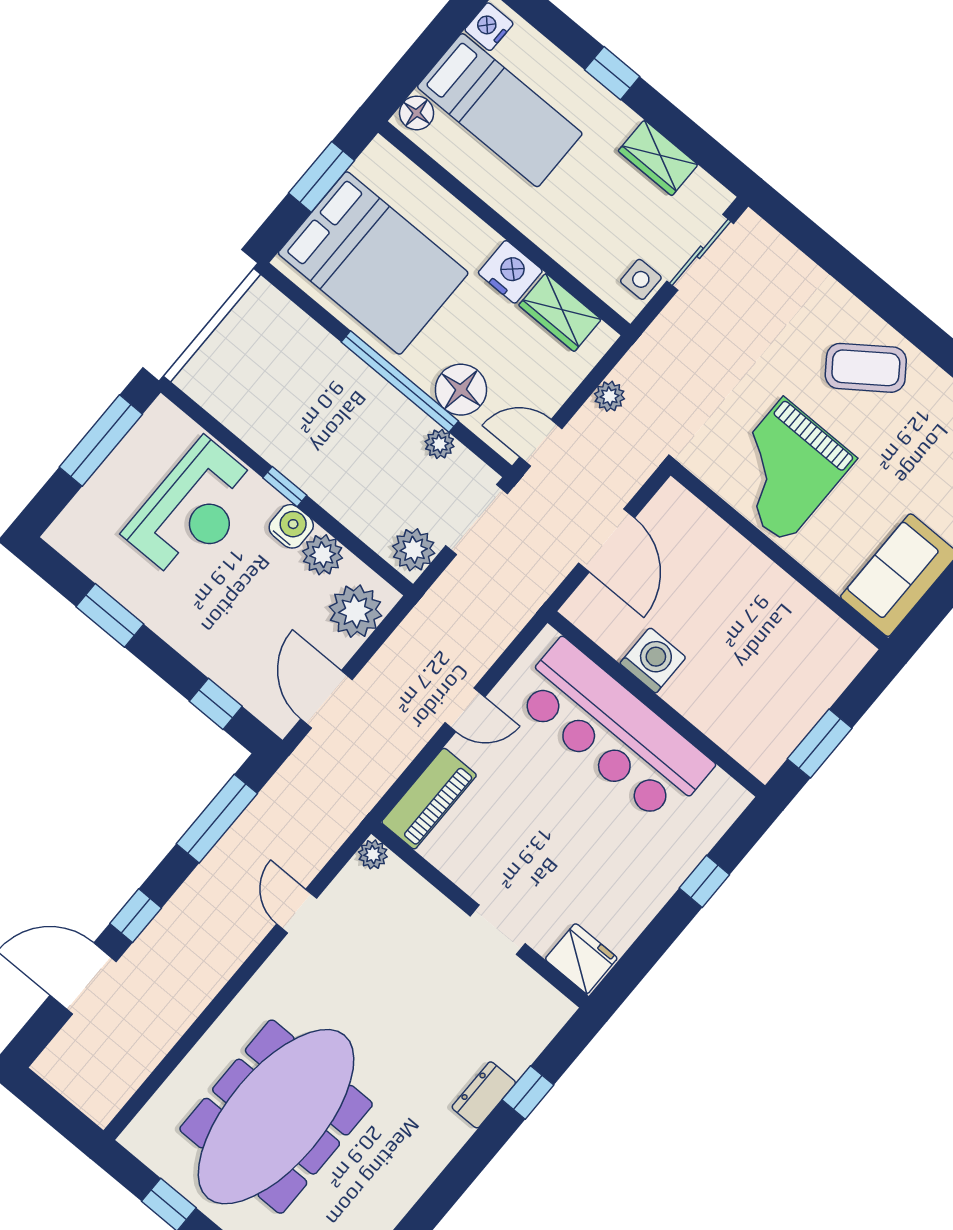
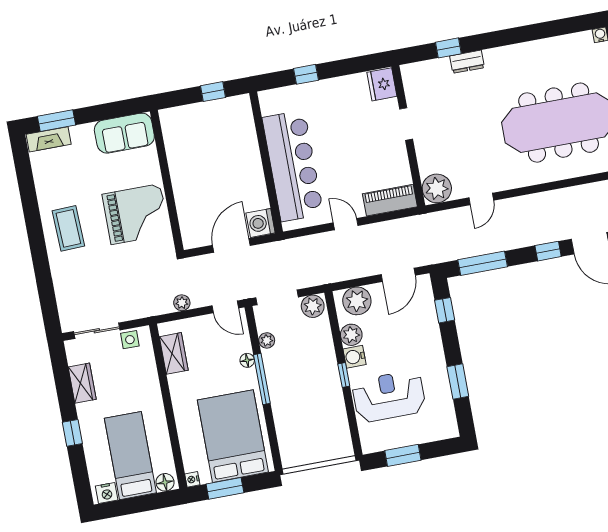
nightstand: (510, 272) -> (192, 479), moved, width x0.53, depth x0.56
coffee table: (866, 368) -> (68, 228), turned 34
window: (400, 382) -> (262, 379), width x0.68
floor lamp: (461, 390) -> (247, 360), width x0.53, depth x0.53
window: (101, 441) -> (403, 455), width x0.69
washing machine: (653, 660) -> (261, 223), moved
window: (820, 743) -> (213, 92), width x0.67
plant: (373, 854) -> (437, 188), width x1.87, depth x1.87

